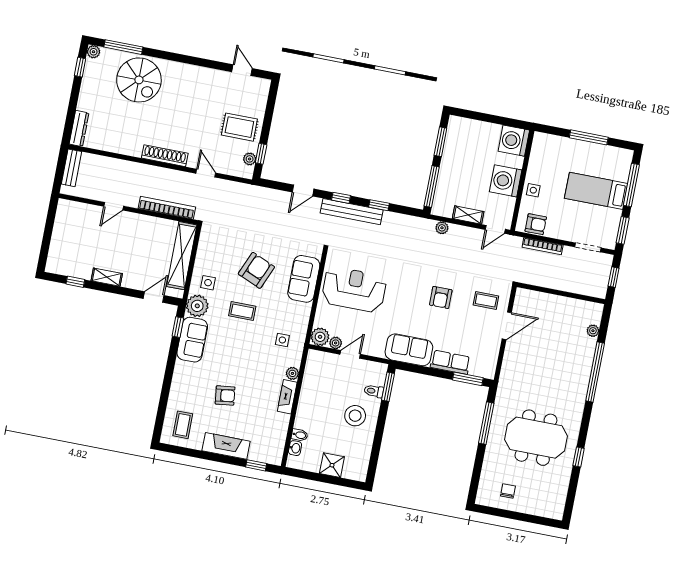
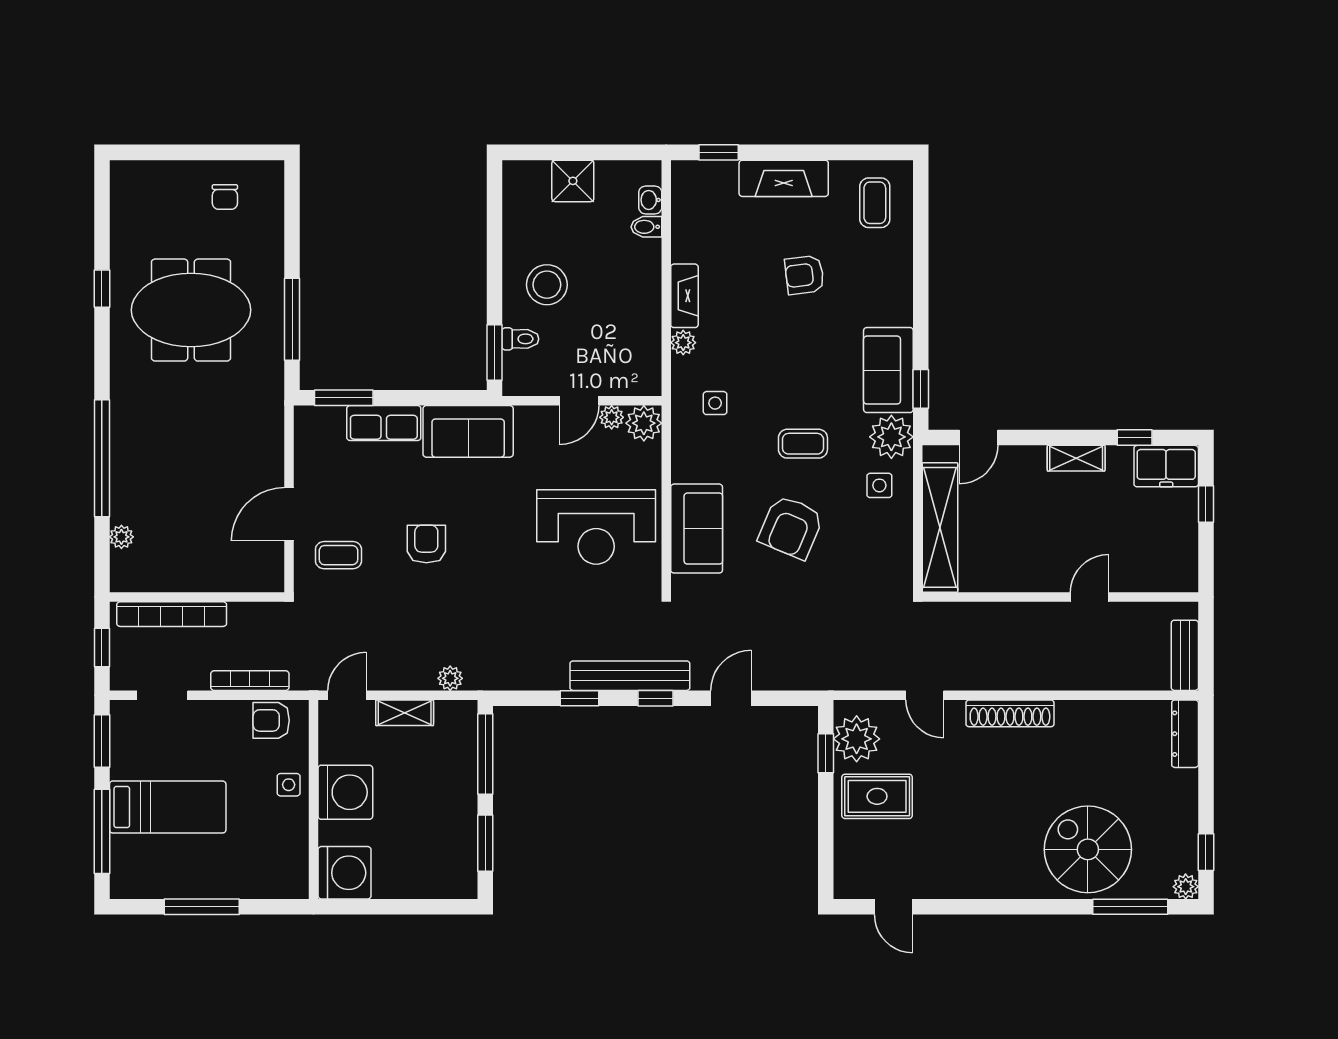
plant: (250, 159) -> (857, 739), width x1.87, depth x1.87
bookcase: (167, 208) -> (172, 614), moved
window: (46, 242) -> (1206, 504), added
freezer: (62, 264) -> (1166, 466), added

